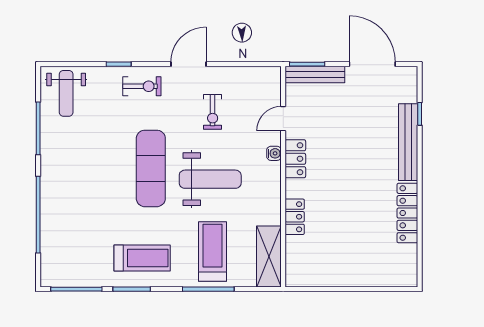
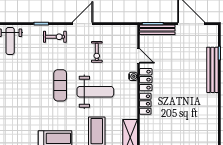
door: (283, 119) -> (139, 56), swing flipped
exercise mat: (151, 168) -> (60, 85), width x0.73, depth x0.69
locker: (407, 213) -> (212, 112), removed
locker: (295, 217) -> (145, 104), moved

